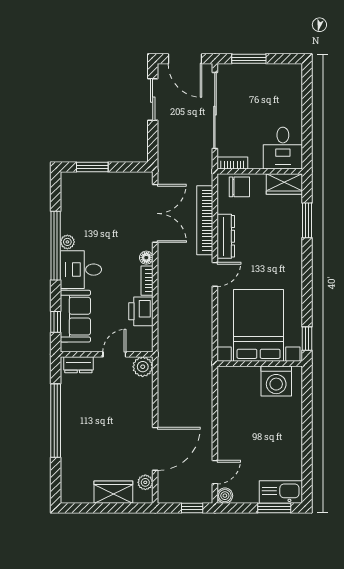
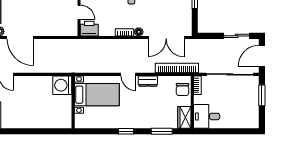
bookcase: (205, 220) -> (177, 68), moved
dresser: (226, 236) -> (148, 81), width x0.70
printer: (141, 311) -> (89, 29), moved
bed with nightstands: (259, 325) -> (97, 95), width x0.73
window: (307, 339) -> (126, 131), moved
plant: (143, 367) -> (71, 30), removed
washing machine: (276, 381) -> (62, 85), moved

